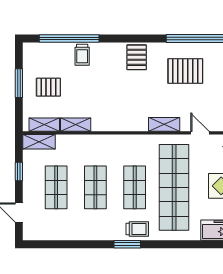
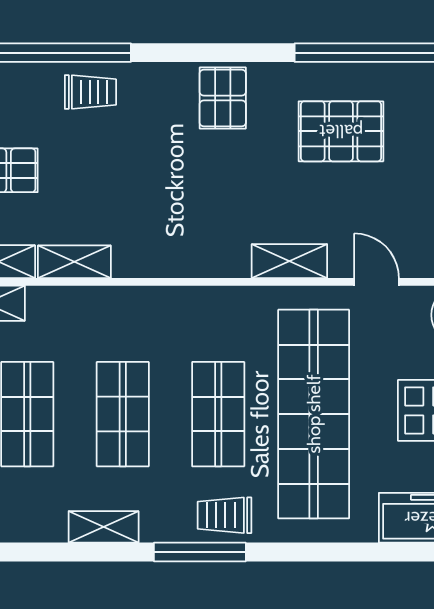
trolley: (82, 55) -> (90, 92), turned -90
trolley: (137, 229) -> (224, 515), turned 180
shelving: (88, 234) -> (104, 527), added
window: (127, 244) -> (200, 552), width x1.44

